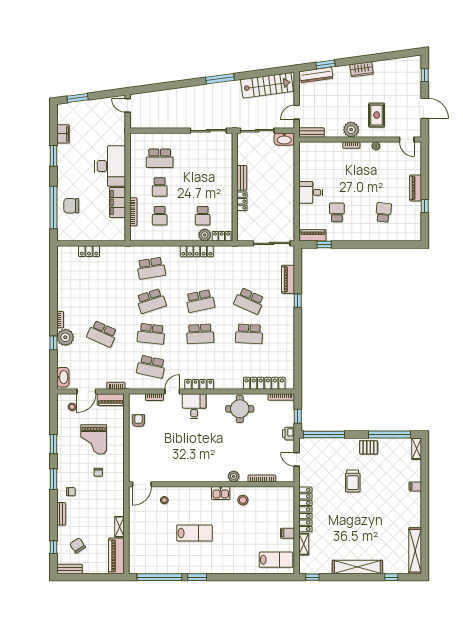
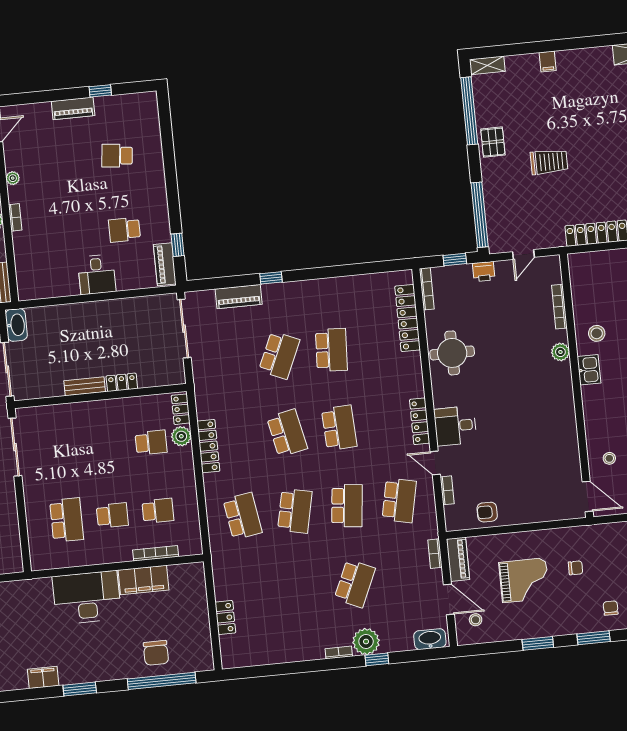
school desk: (151, 301) -> (295, 511), turned 30

